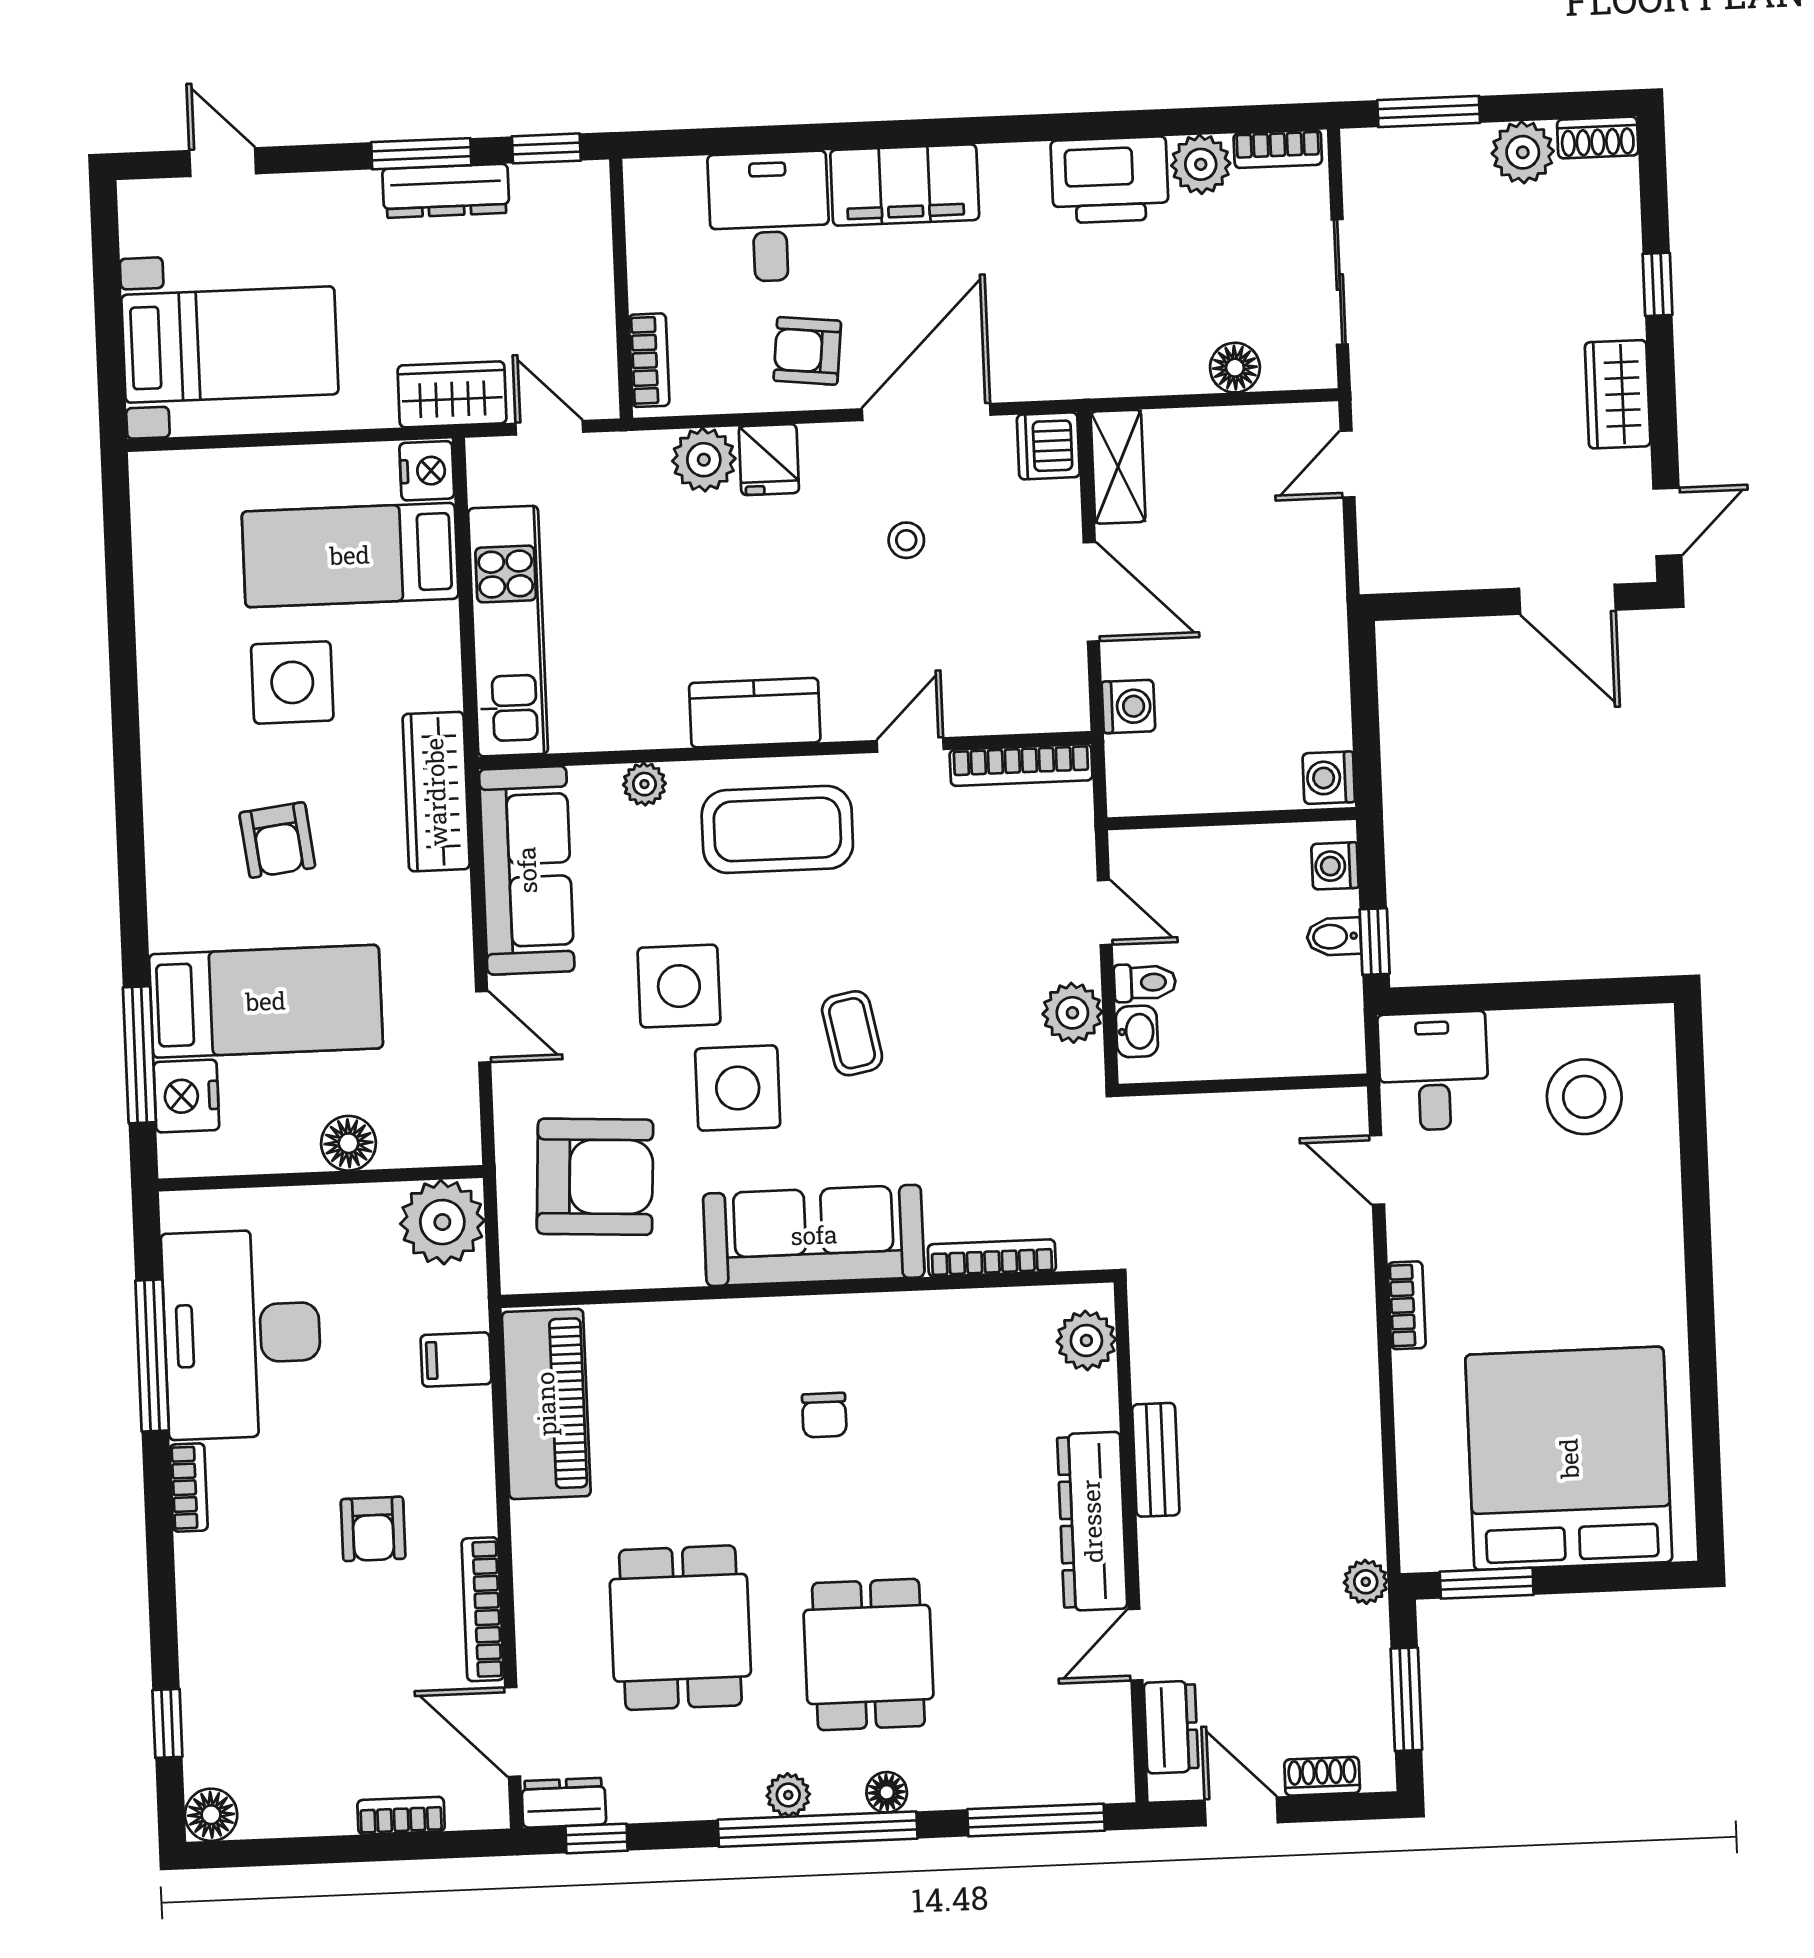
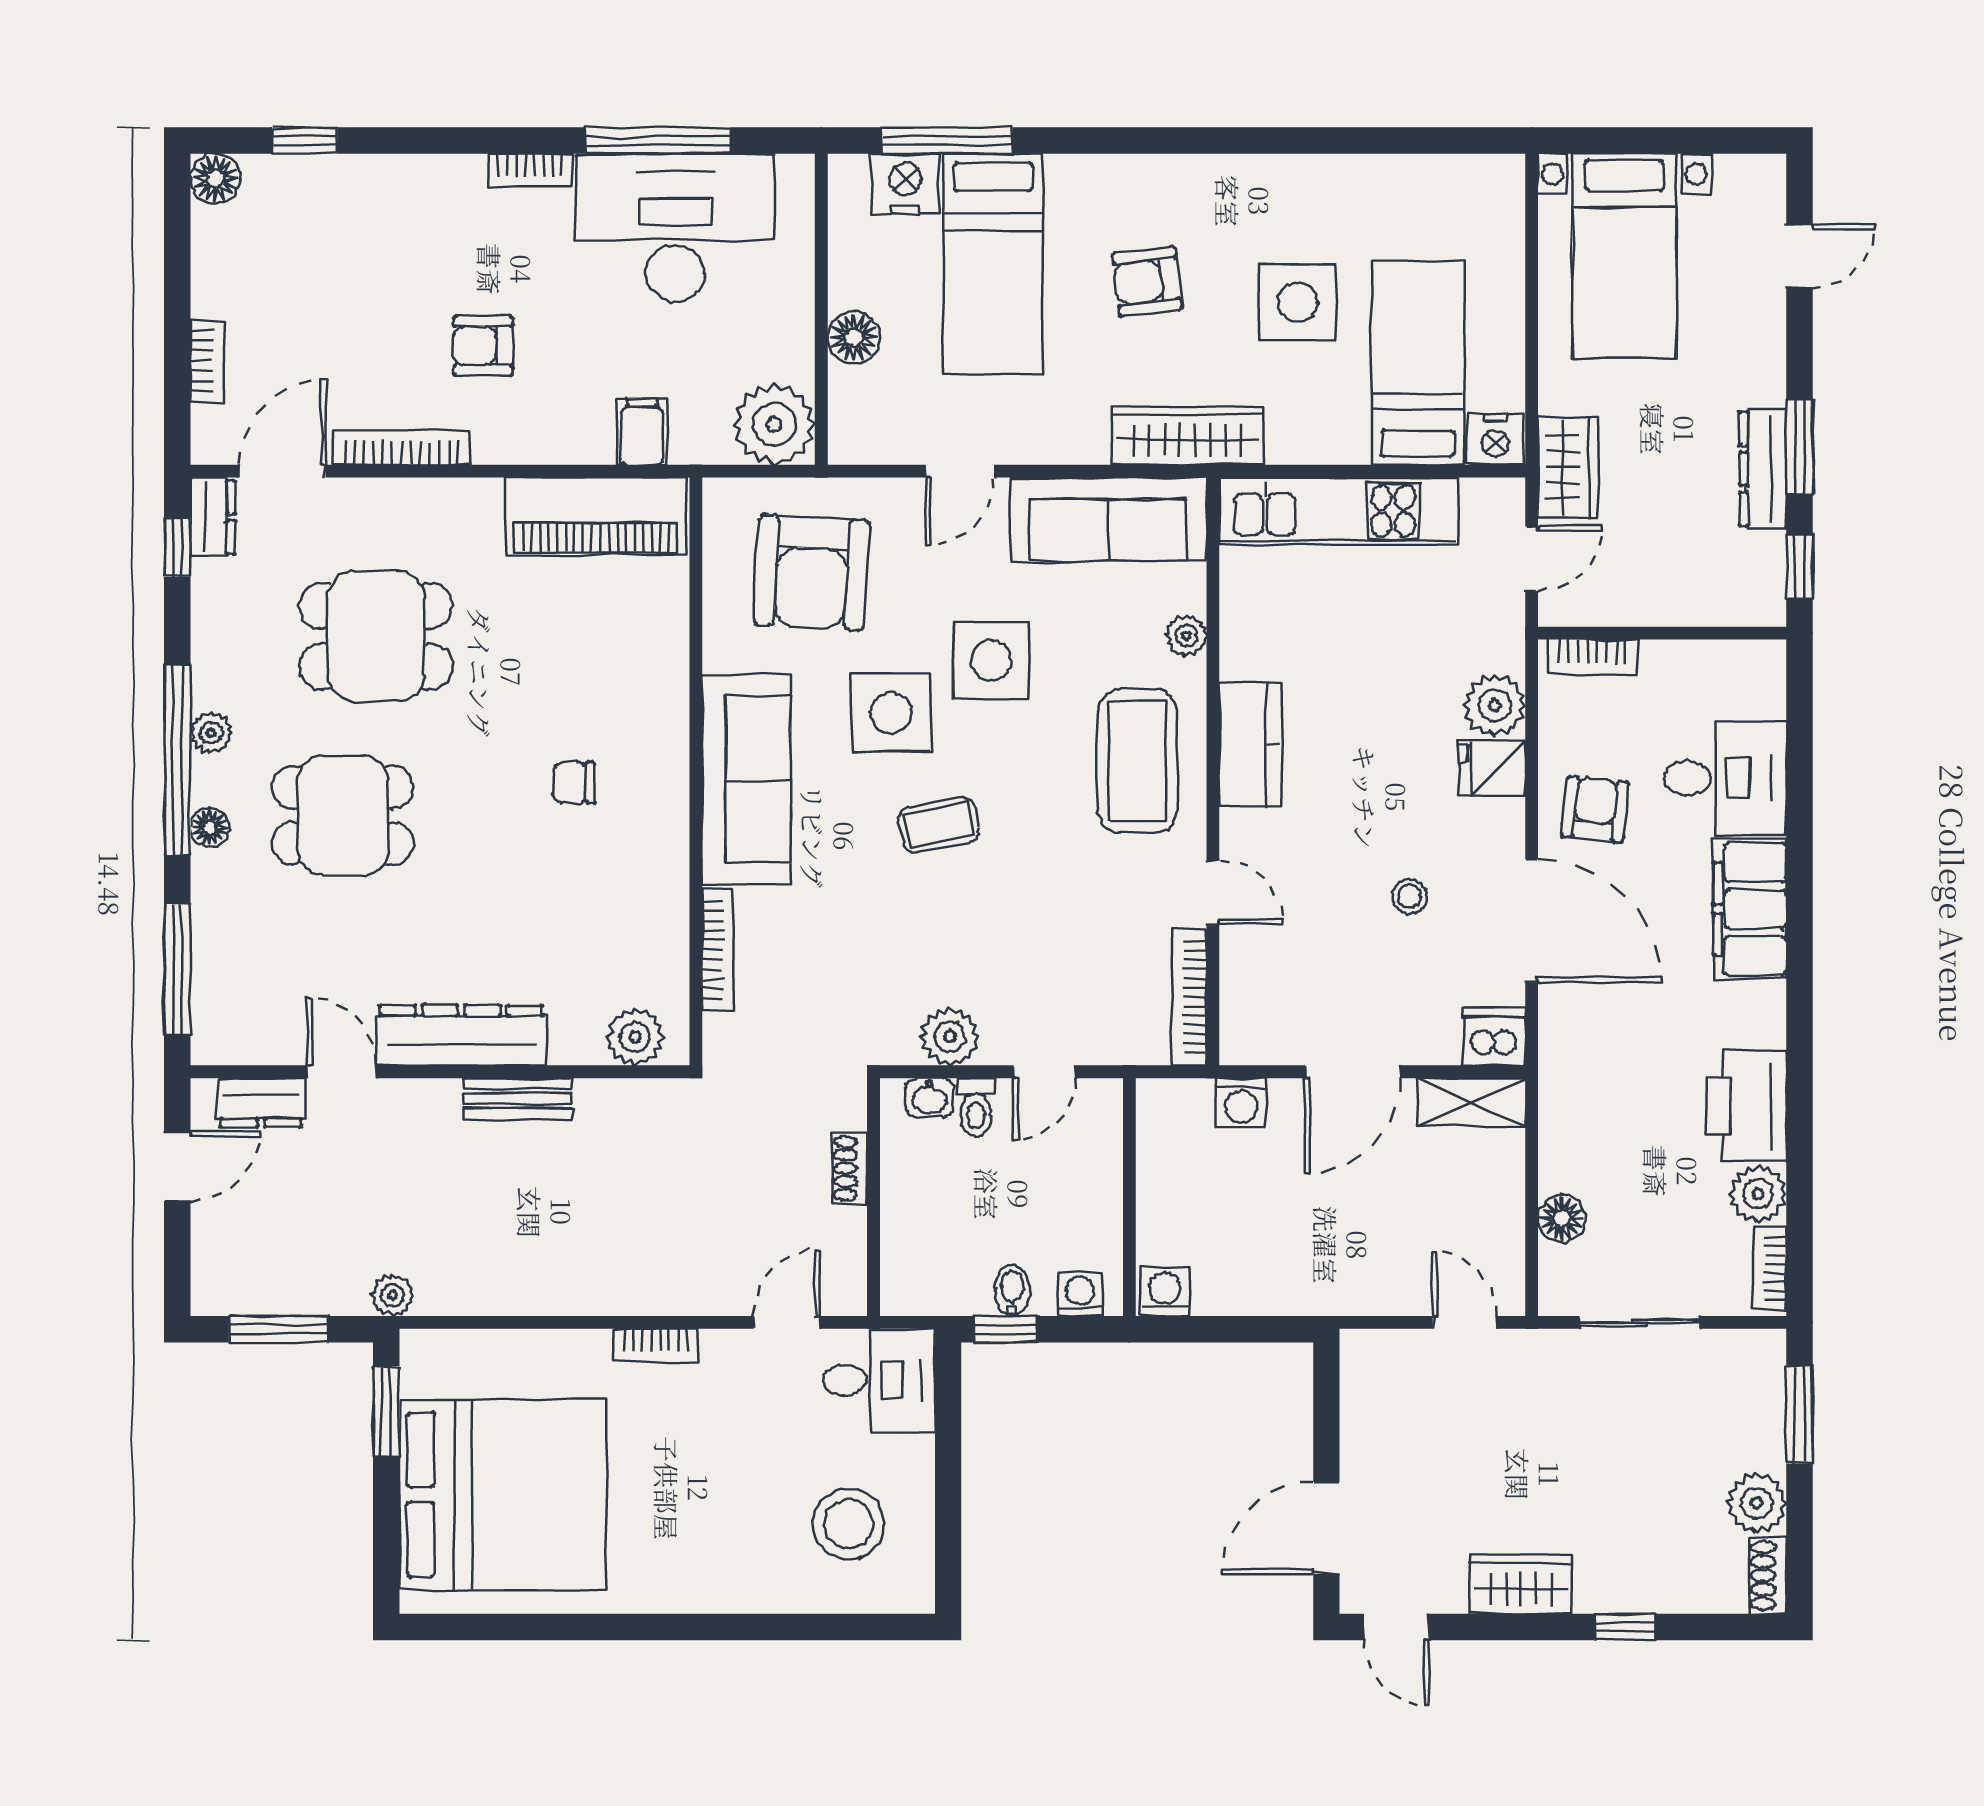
shoe rack: (1322, 1776) -> (850, 1168), moved, turned 180

